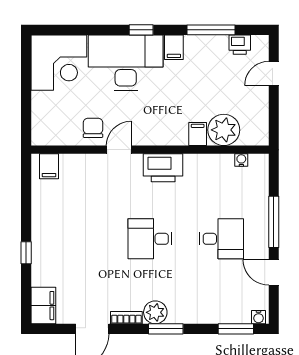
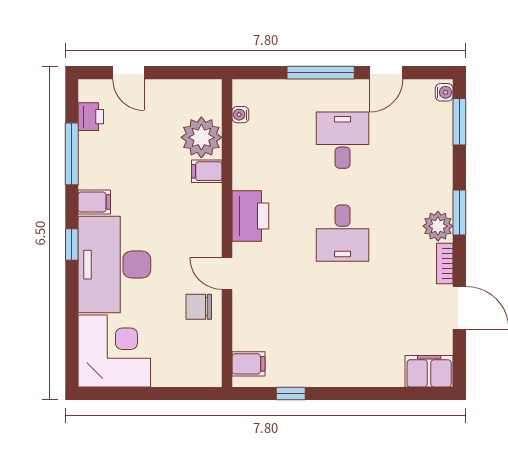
window: (26, 253) -> (291, 393), moved

